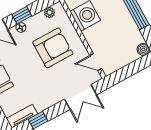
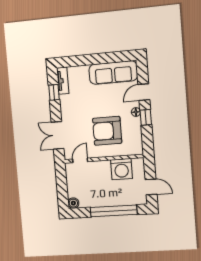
plant: (49, 12) -> (138, 141), removed
armchair: (53, 48) -> (107, 131), turned 90

